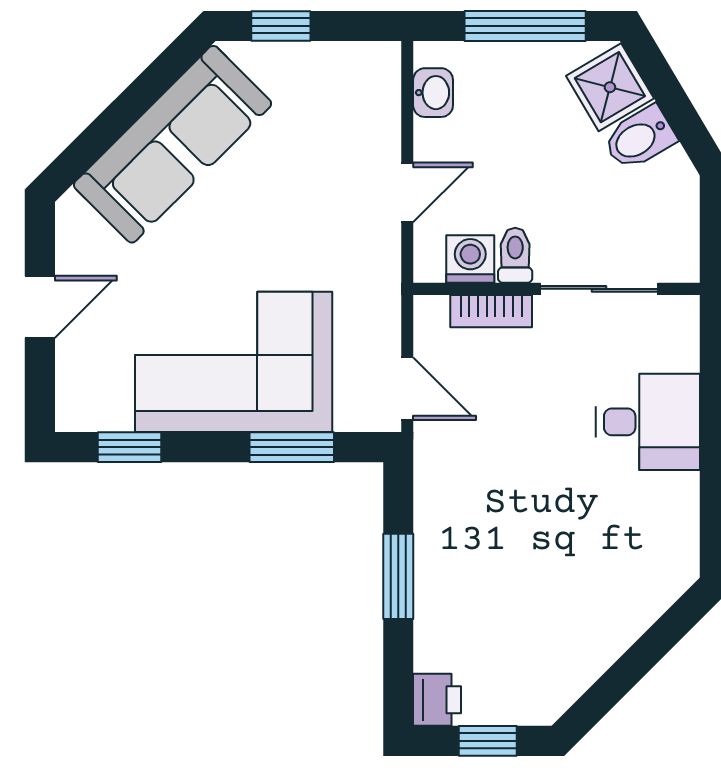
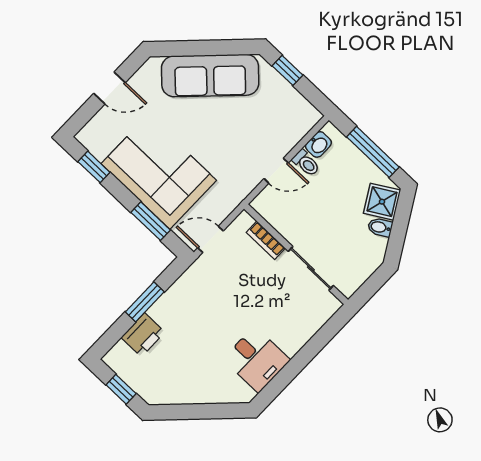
bidet: (639, 138) -> (380, 227), width x0.72, depth x0.74
toilet: (515, 255) -> (306, 163), moved, turned 90
washing machine: (470, 259) -> (276, 215), removed
door: (407, 389) -> (211, 239), swing flipped
desk: (648, 422) -> (257, 359), moved
printer: (437, 700) -> (143, 335), moved, width x1.36, depth x1.24

